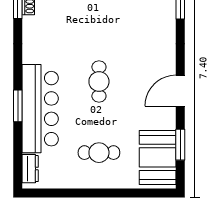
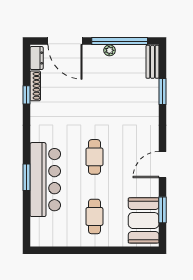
cafe table: (99, 153) -> (94, 216), turned 90
dresser: (30, 169) -> (37, 230), removed

